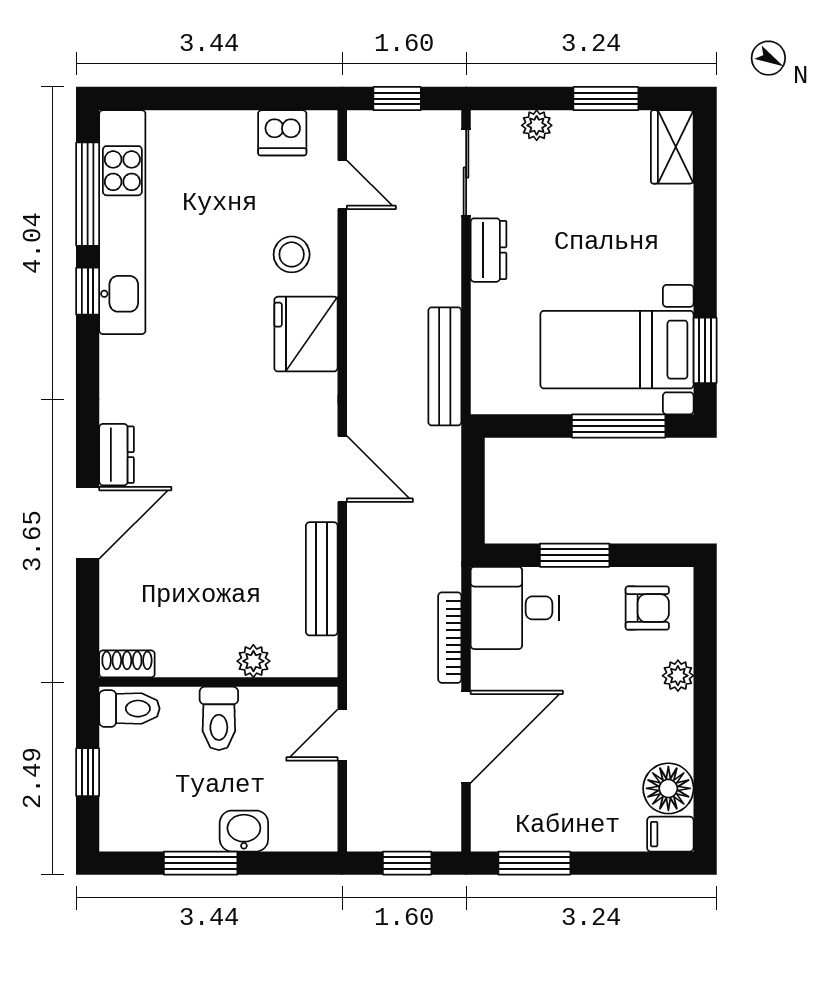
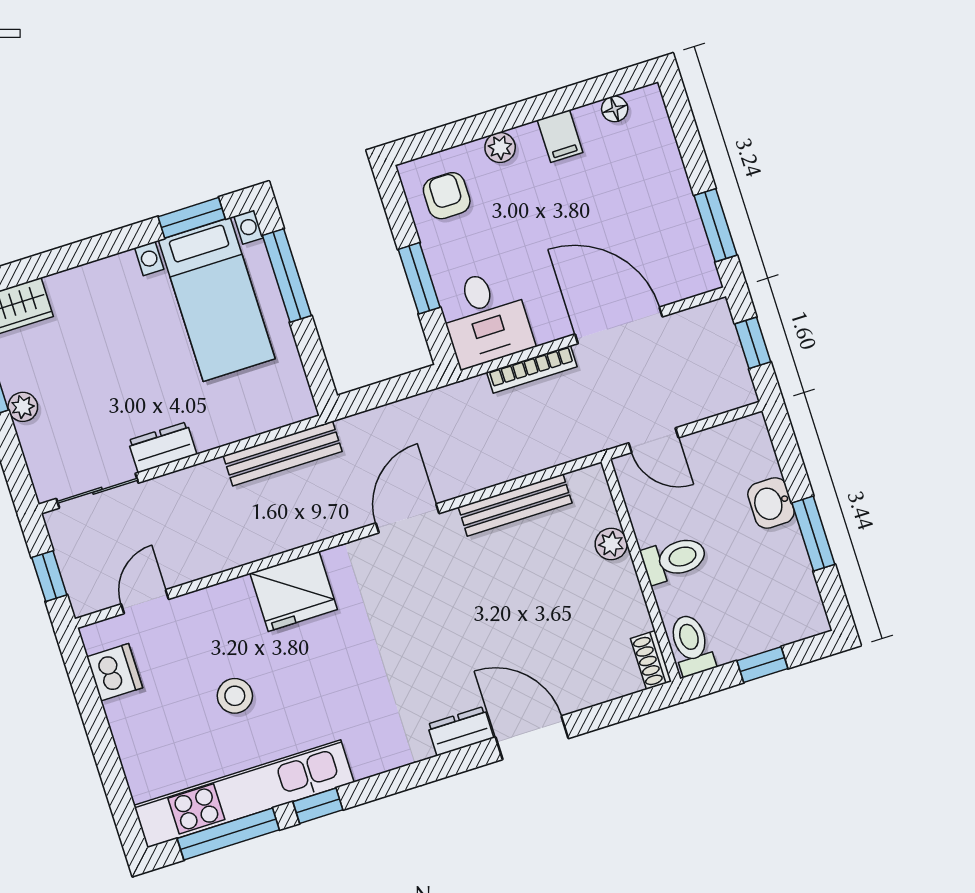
plant: (537, 125) -> (23, 407), moved
stool: (292, 254) -> (235, 696), moved
floor lamp: (668, 788) -> (615, 109), width x0.53, depth x0.53
filing cabinet: (670, 834) -> (560, 136), moved

